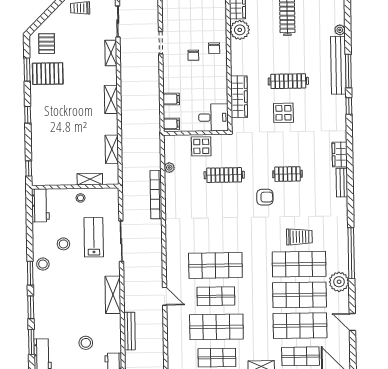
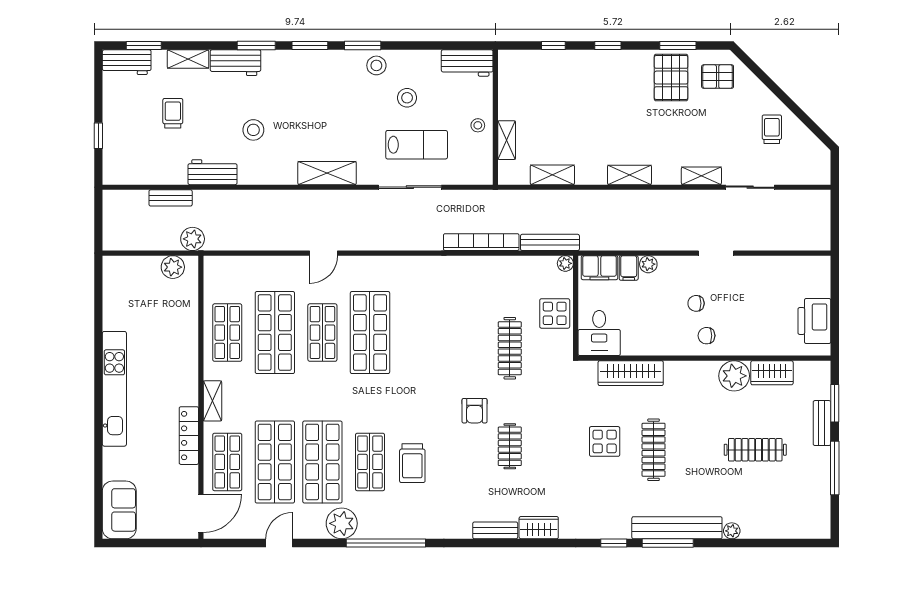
plant: (169, 86) -> (648, 264), added
filing cabinet: (171, 124) -> (599, 268), width x2.00
window: (29, 168) -> (553, 46), moved
plant: (169, 168) -> (565, 263), moved
shop shelf: (299, 264) -> (370, 462), width x0.70, depth x0.74
bench: (130, 331) -> (550, 242), moved

